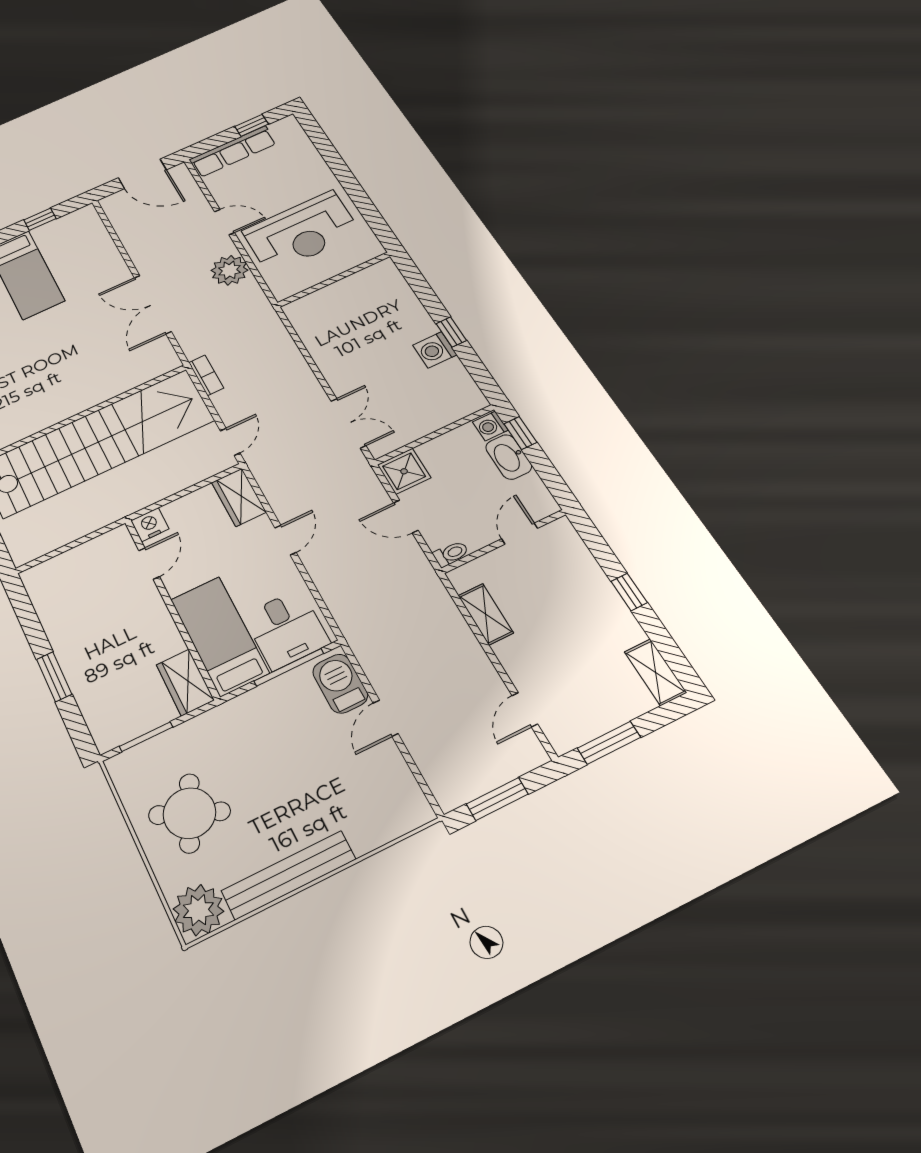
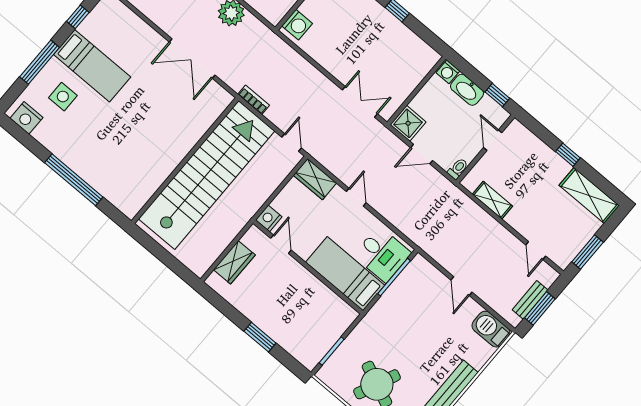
washing machine: (435, 350) -> (297, 25), moved, turned -90
window: (520, 433) -> (497, 95), moved
shelving: (655, 672) -> (589, 195), width x1.50, depth x1.33
wardrobe: (185, 682) -> (234, 262), moved, turned -90
barbecue: (340, 684) -> (491, 329), moved
bench: (486, 780) -> (530, 300), added

